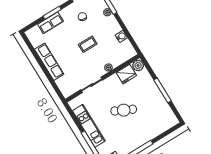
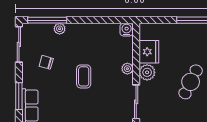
water cooler: (121, 36) -> (127, 30), moved
plant: (138, 65) -> (147, 72), moved

